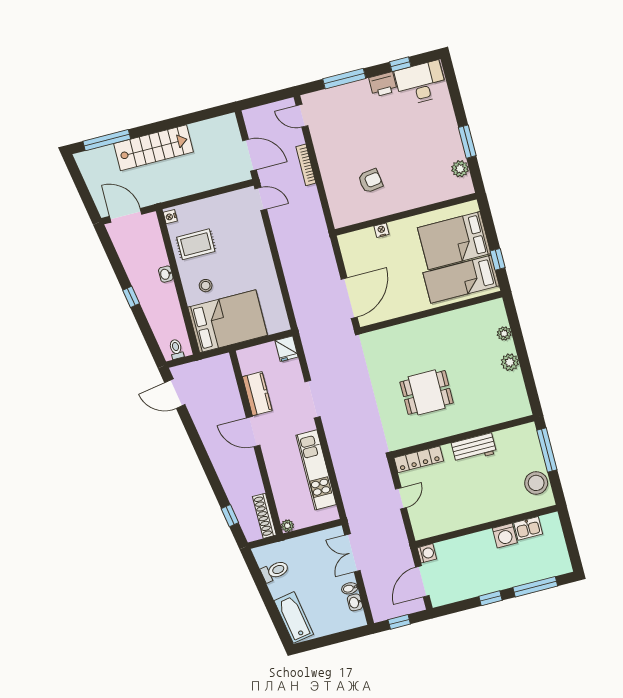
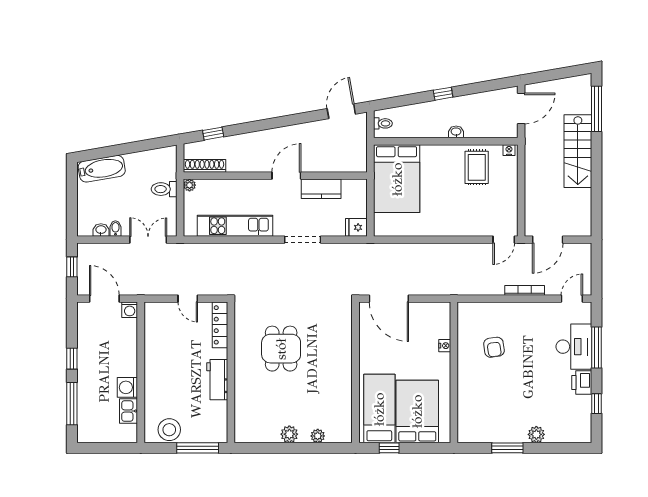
desk: (421, 83) -> (574, 347), moved
plant: (460, 169) -> (536, 434), moved
stool: (206, 286) -> (436, 167), removed
toilet: (275, 571) -> (164, 189), moved, turned 100

